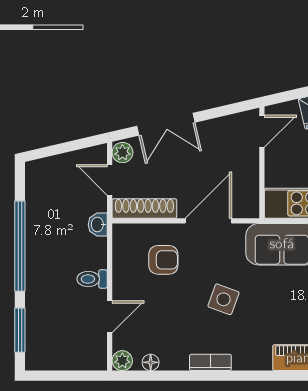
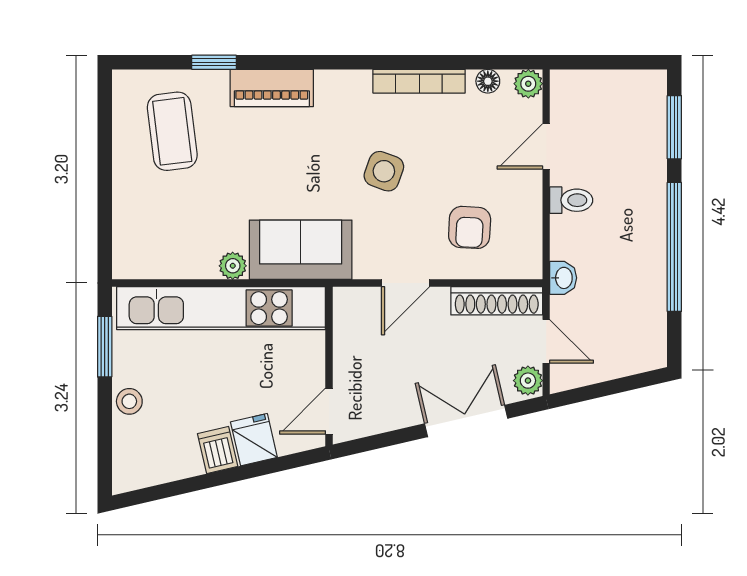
door: (208, 221) -> (406, 283), width x0.73
armchair: (163, 260) -> (470, 227), turned -87
bookcase: (210, 362) -> (419, 81), width x1.56

